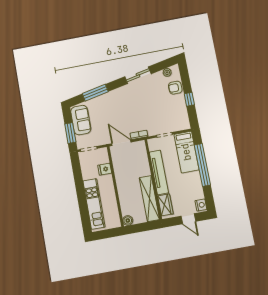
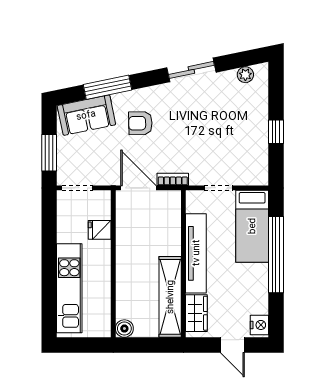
armchair: (175, 88) -> (140, 123), moved
sofa: (81, 120) -> (86, 115), moved, turned 78

